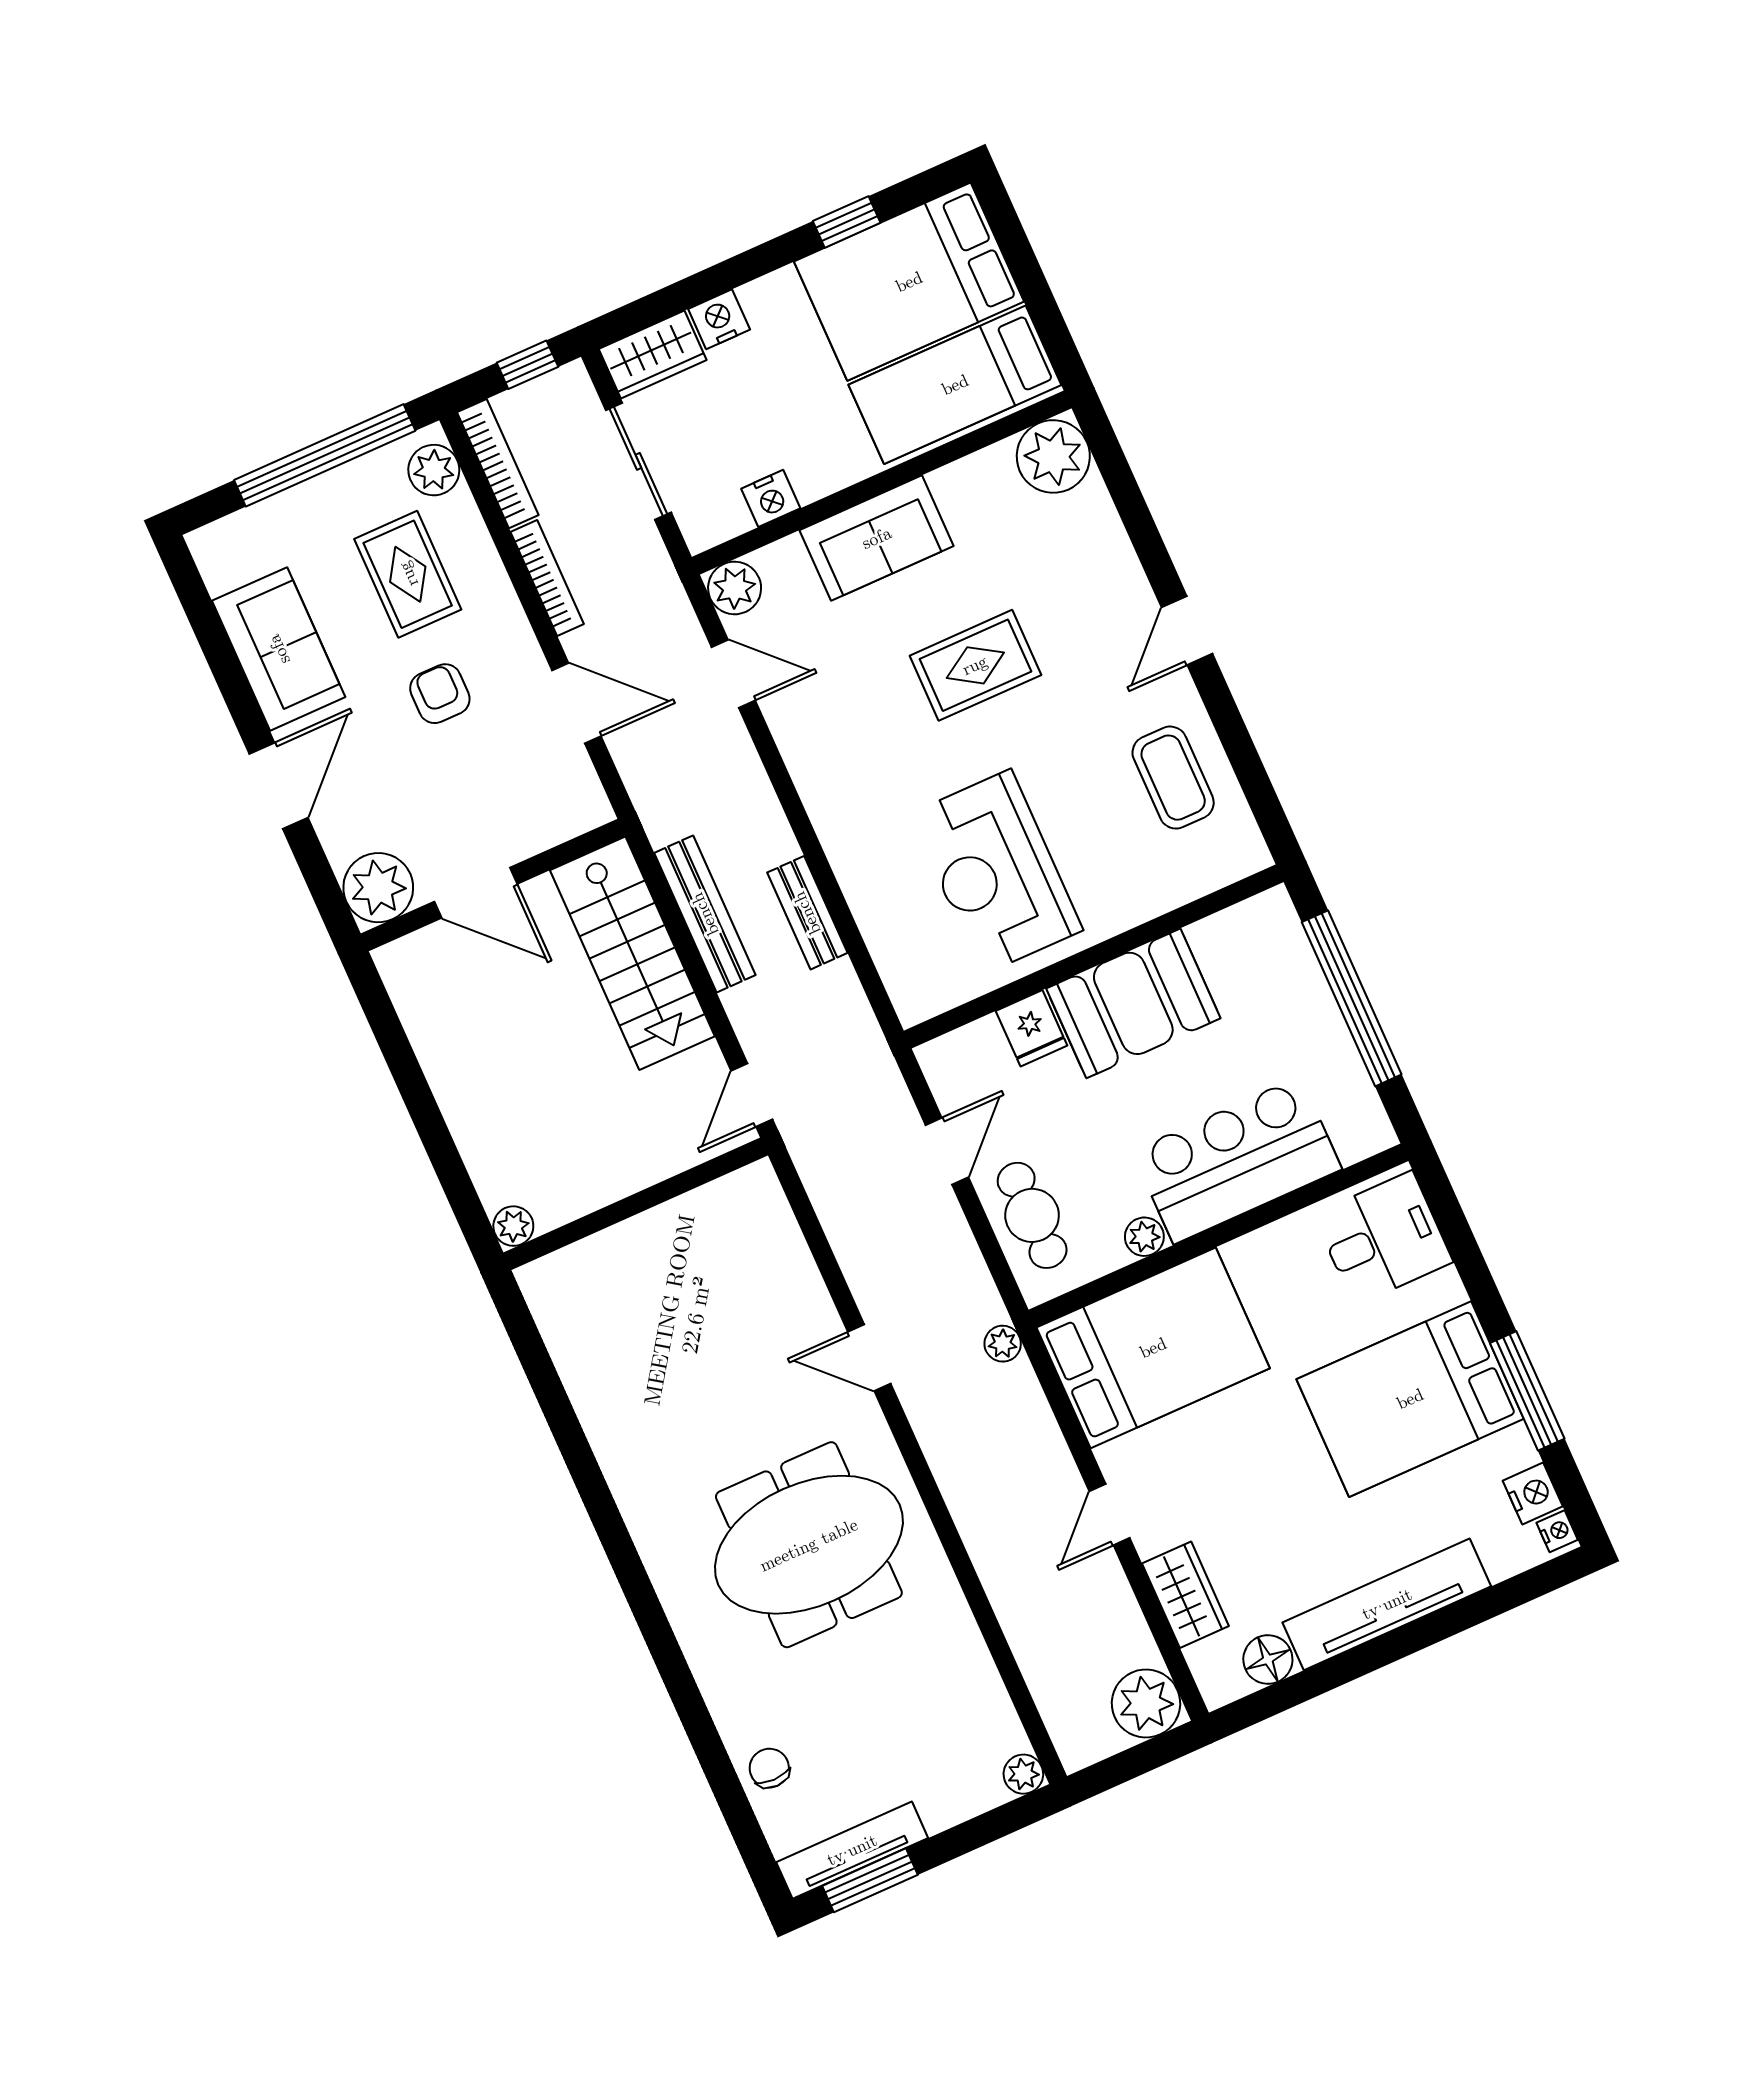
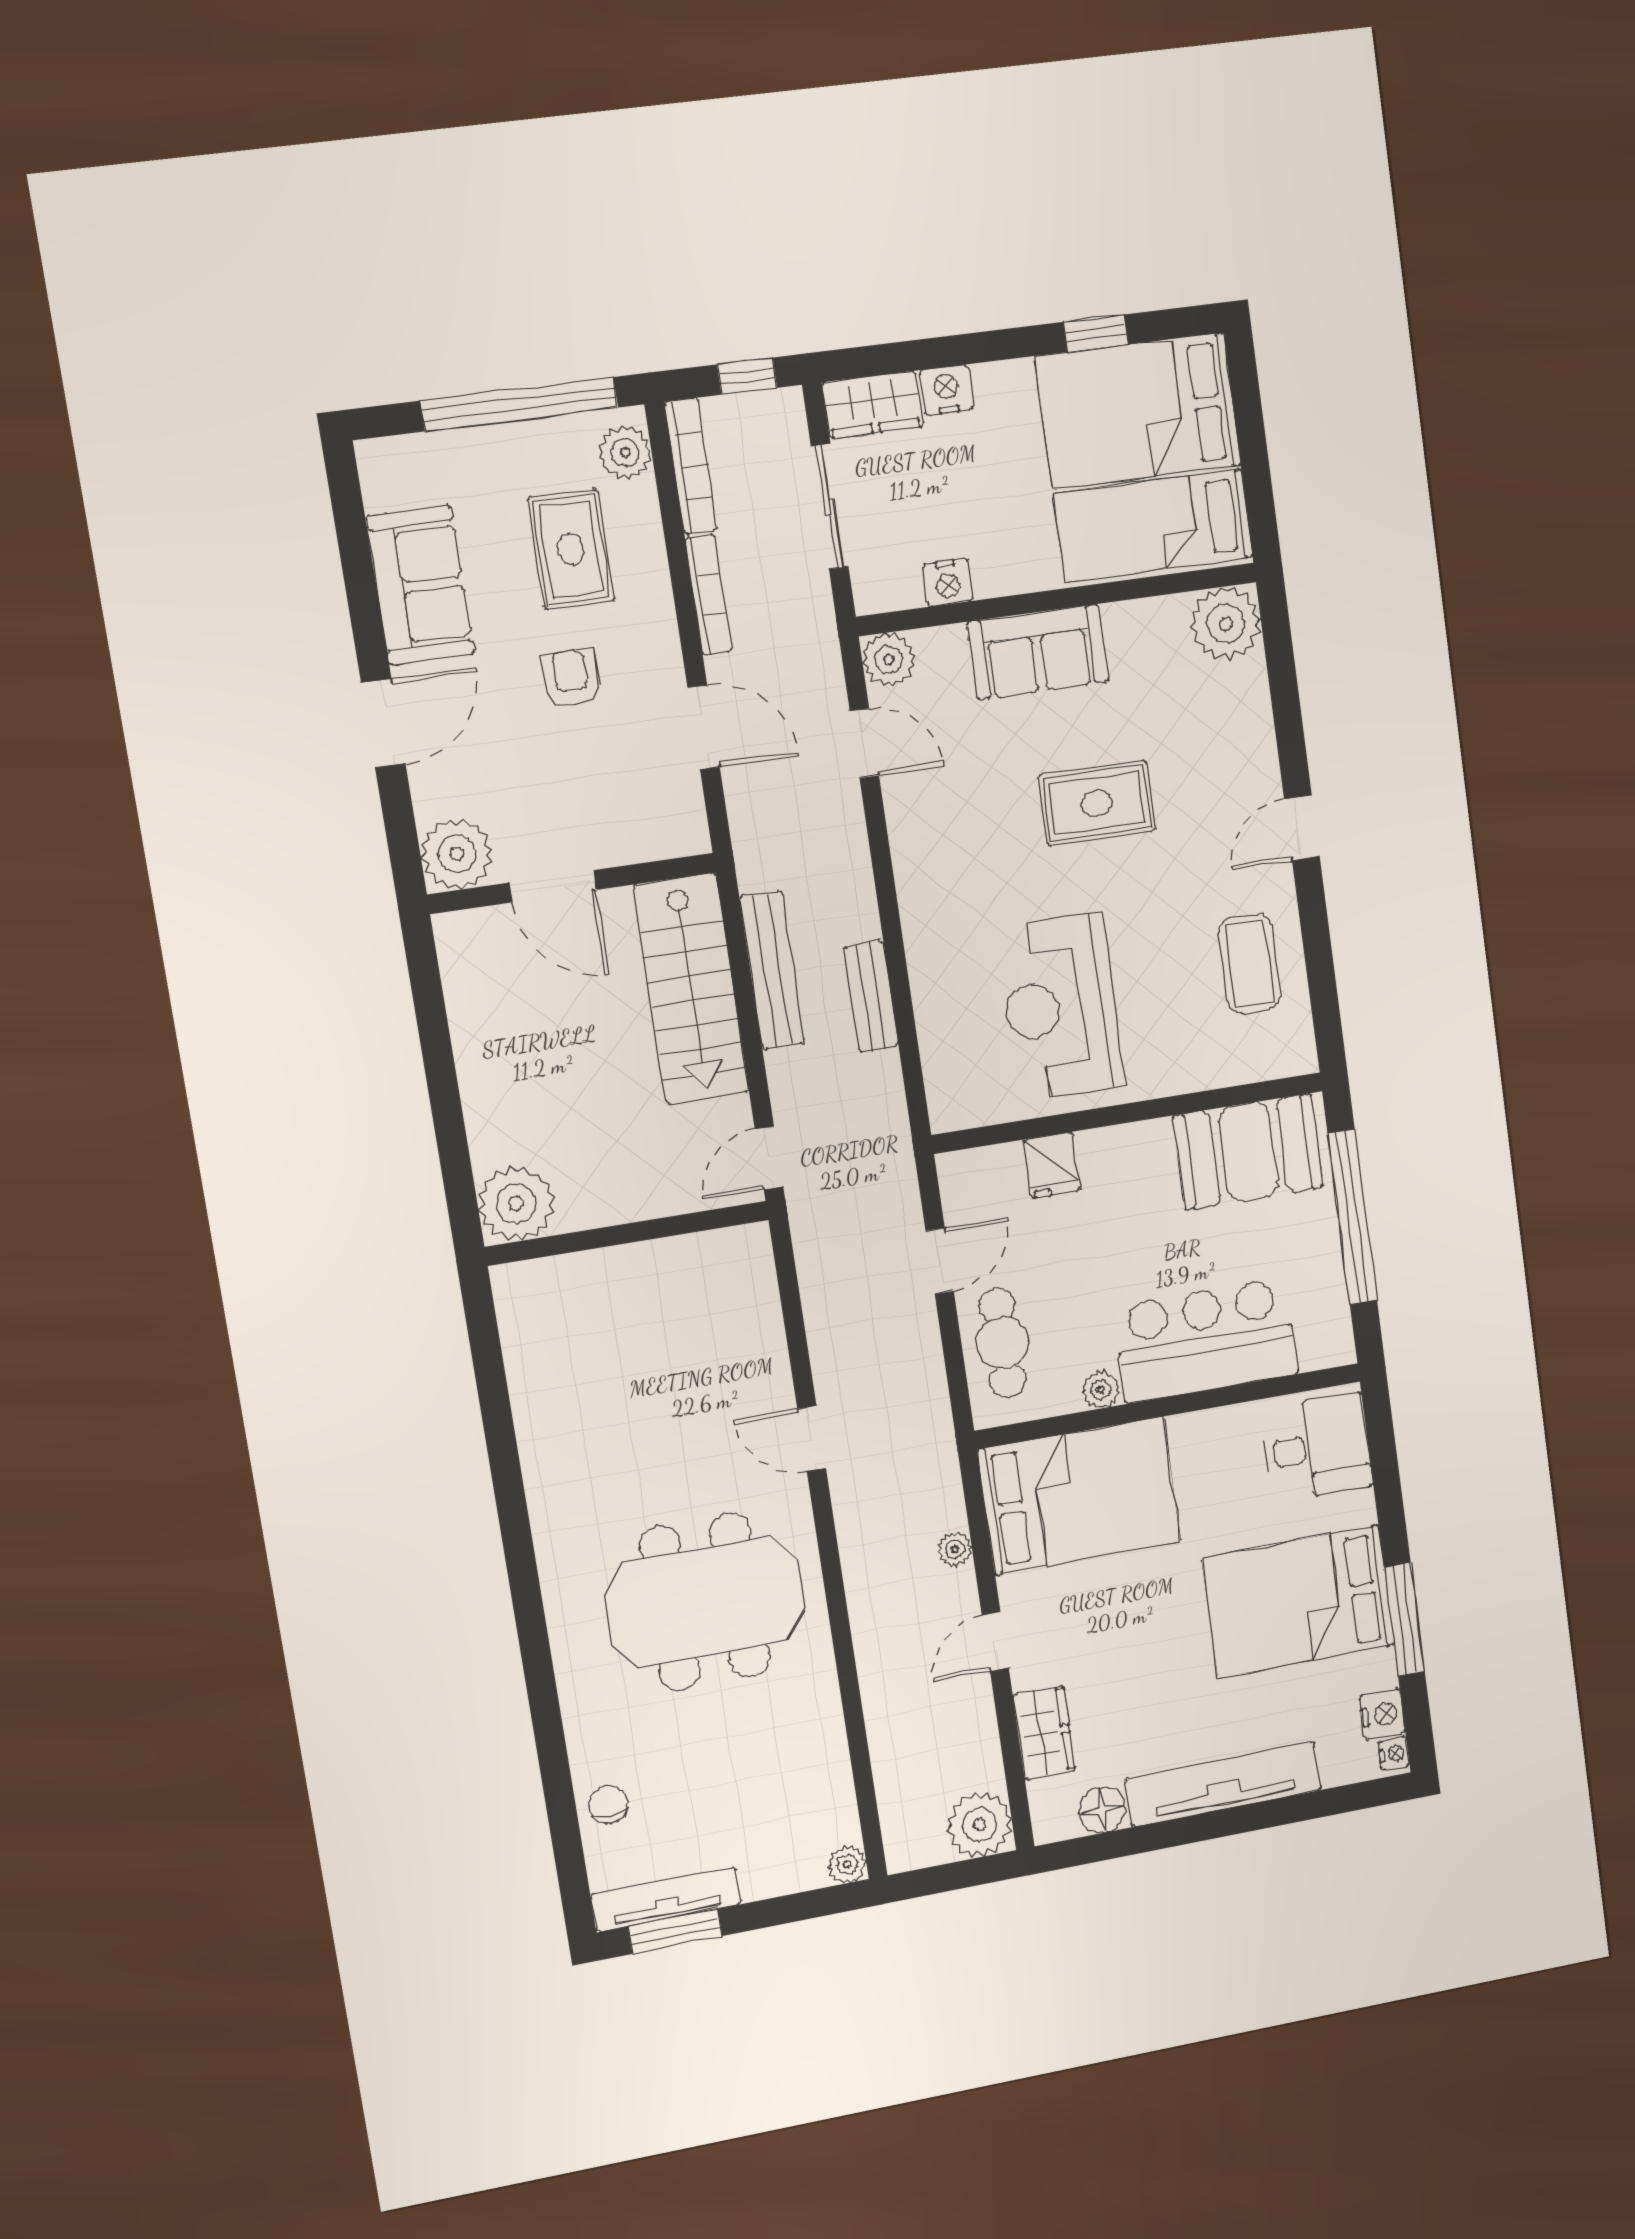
booth: (1133, 1003) -> (1248, 1152), moved
plant: (513, 1226) -> (516, 1204), width x1.87, depth x1.87
plant: (1003, 1344) -> (955, 1549), moved

